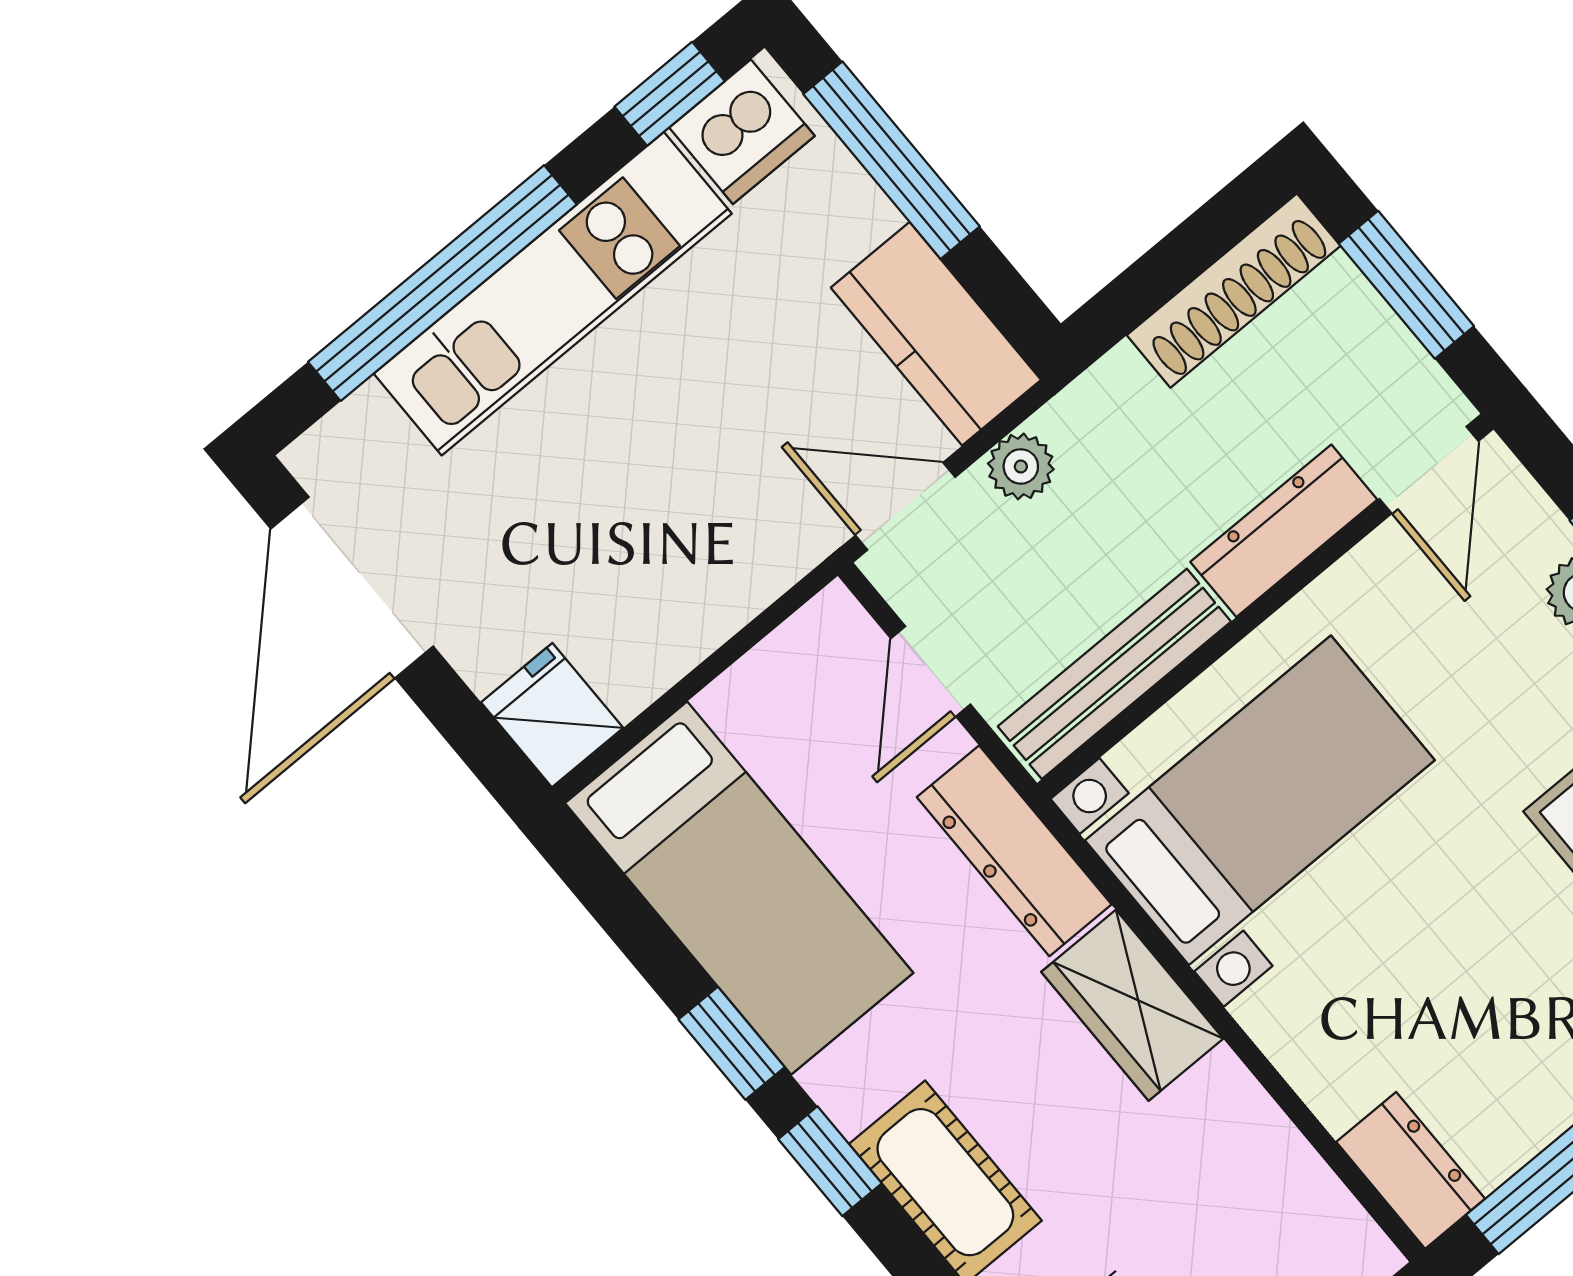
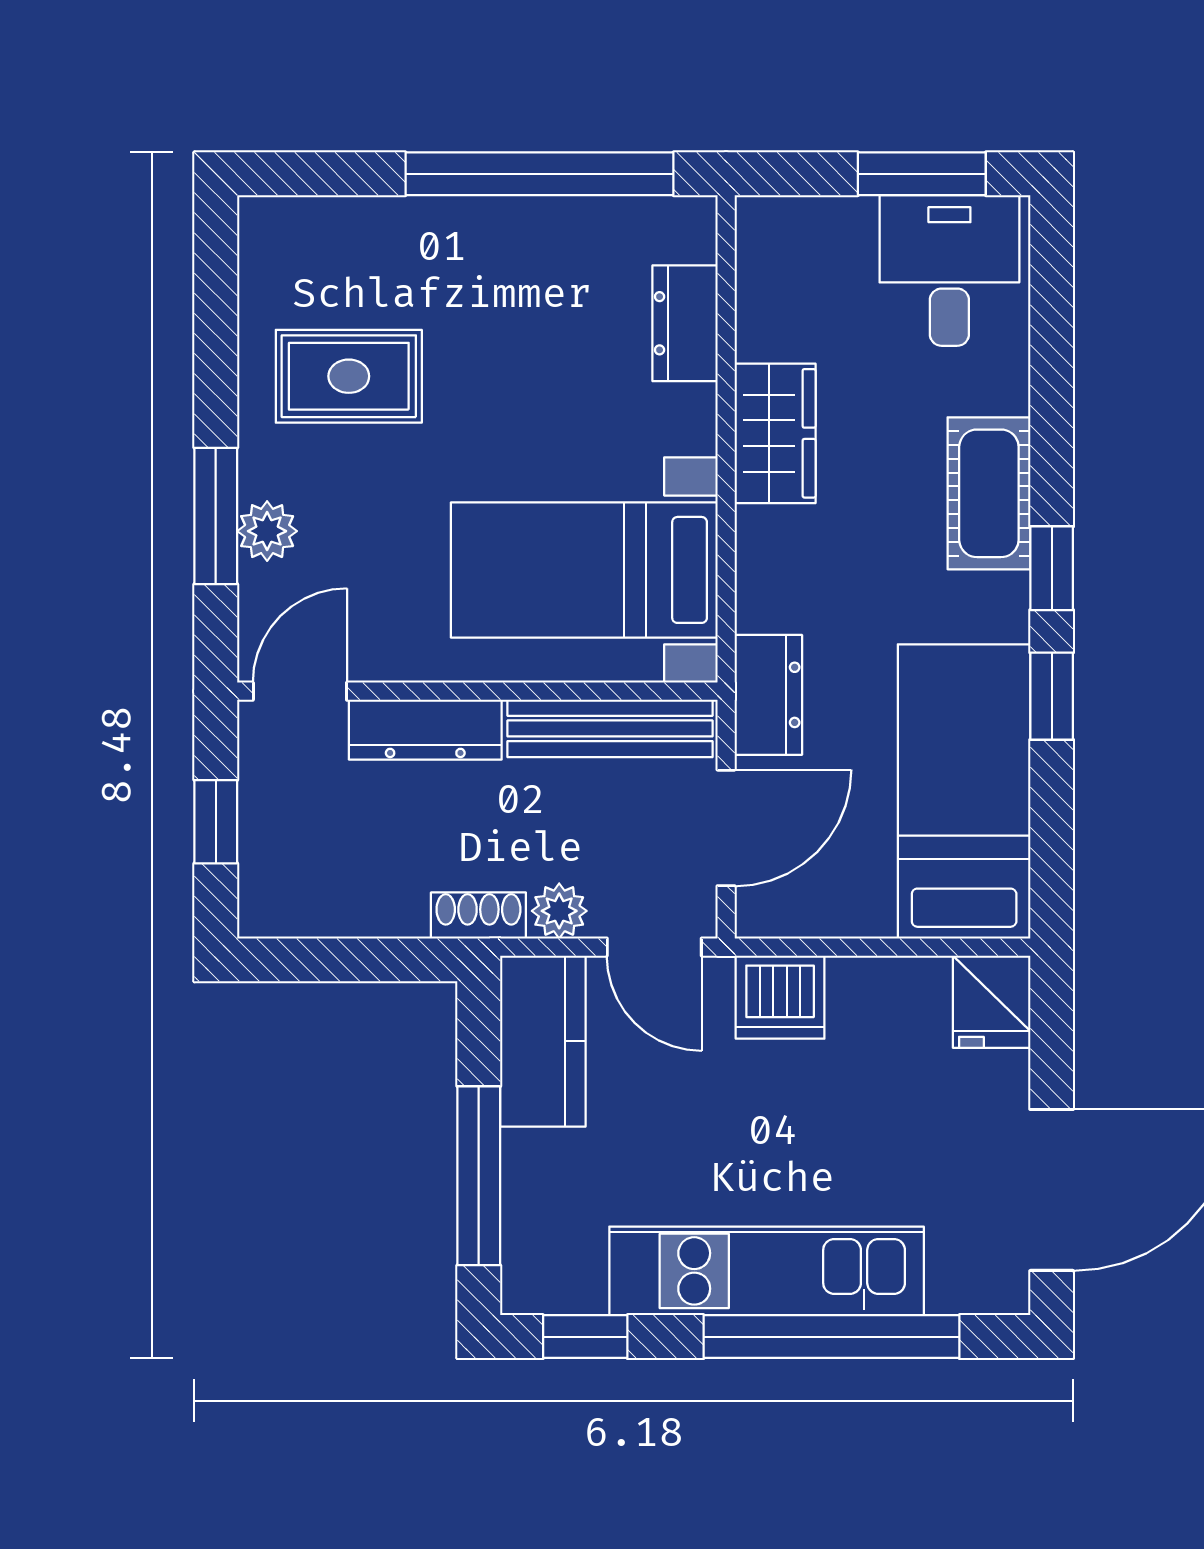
dishwasher: (742, 132) -> (780, 997), moved, turned 180
window: (1406, 285) -> (216, 822), width x0.67
shoe rack: (1234, 291) -> (478, 915), moved, width x0.51, depth x0.81
door: (931, 671) -> (726, 828), width x1.38
dresser: (1014, 851) -> (768, 695), width x0.70
wardrobe: (1132, 1005) -> (775, 433), moved
dresser: (1411, 1170) -> (685, 323), moved

